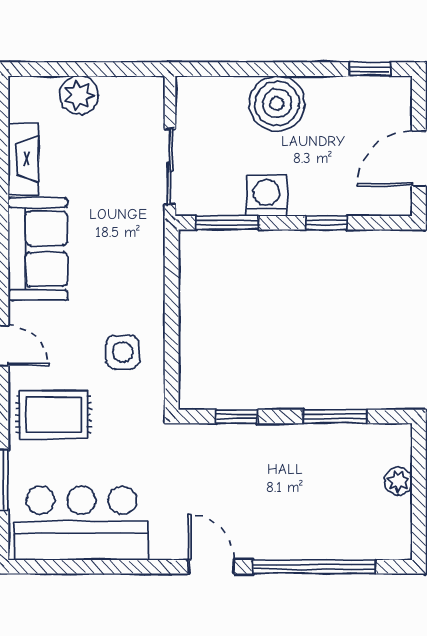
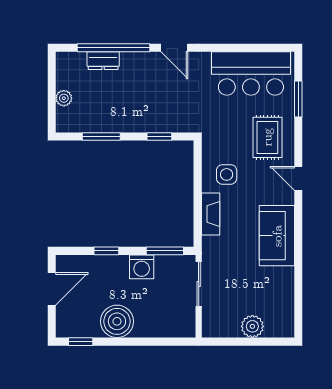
boiler: (277, 103) -> (117, 321), moved
fireplace: (23, 159) -> (211, 214), moved, turned 180
rug: (54, 415) -> (267, 137), turned 90
dresser: (332, 545) -> (103, 61), added

